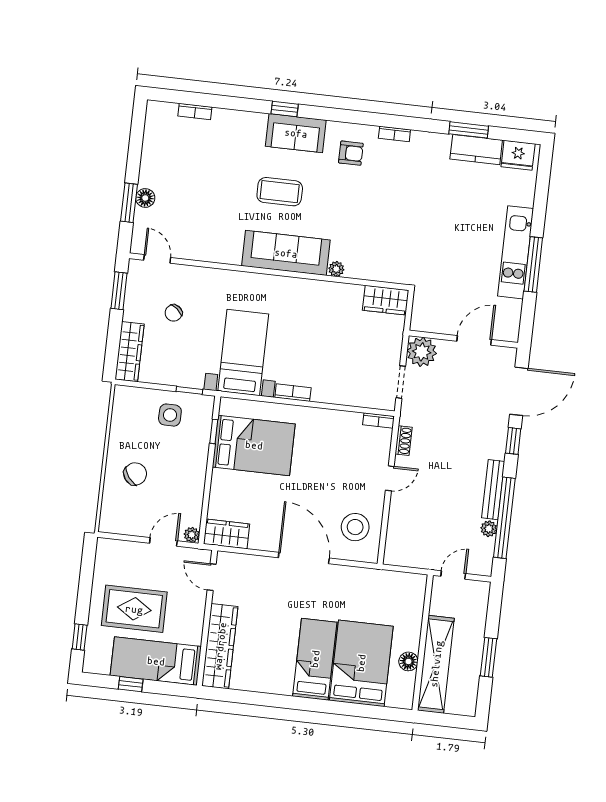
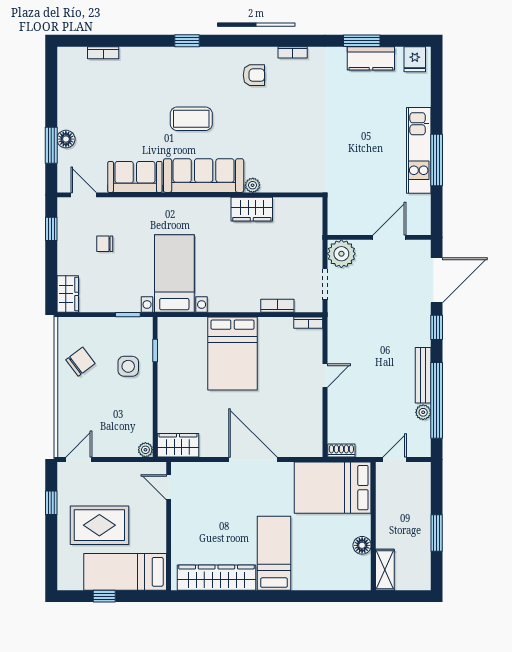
sofa: (296, 133) -> (135, 177), moved, turned 180
fridge: (518, 155) -> (415, 59), width x0.72
window: (119, 291) -> (51, 229), width x0.67
wardrobe: (386, 300) -> (252, 209), moved
chair: (174, 313) -> (105, 244), turned 51
wardrobe: (130, 352) -> (68, 294), width x0.67
bookcase: (293, 393) -> (277, 306), moved
side table: (170, 415) -> (128, 366), moved
shoe rack: (404, 441) -> (341, 451), moved, turned -90
bed: (254, 445) -> (233, 354), moved, turned 90
chair: (135, 474) -> (80, 362), moved
stool: (355, 527) -> (298, 425), removed
door: (163, 542) -> (79, 459), moved
window: (80, 637) -> (51, 503), moved
wardrobe: (220, 646) -> (216, 578), moved, turned -90
bed: (361, 663) -> (333, 488), moved, turned -90
shelving: (436, 664) -> (385, 570), width x0.45, depth x0.75

